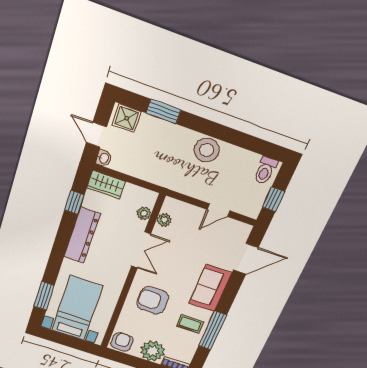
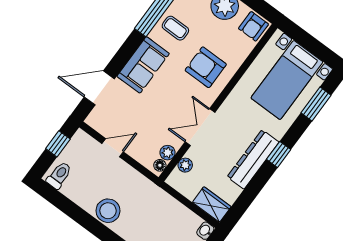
window: (74, 203) -> (279, 154), moved
floor lamp: (168, 207) -> (160, 165), added
armchair: (153, 300) -> (206, 67), turned 180

